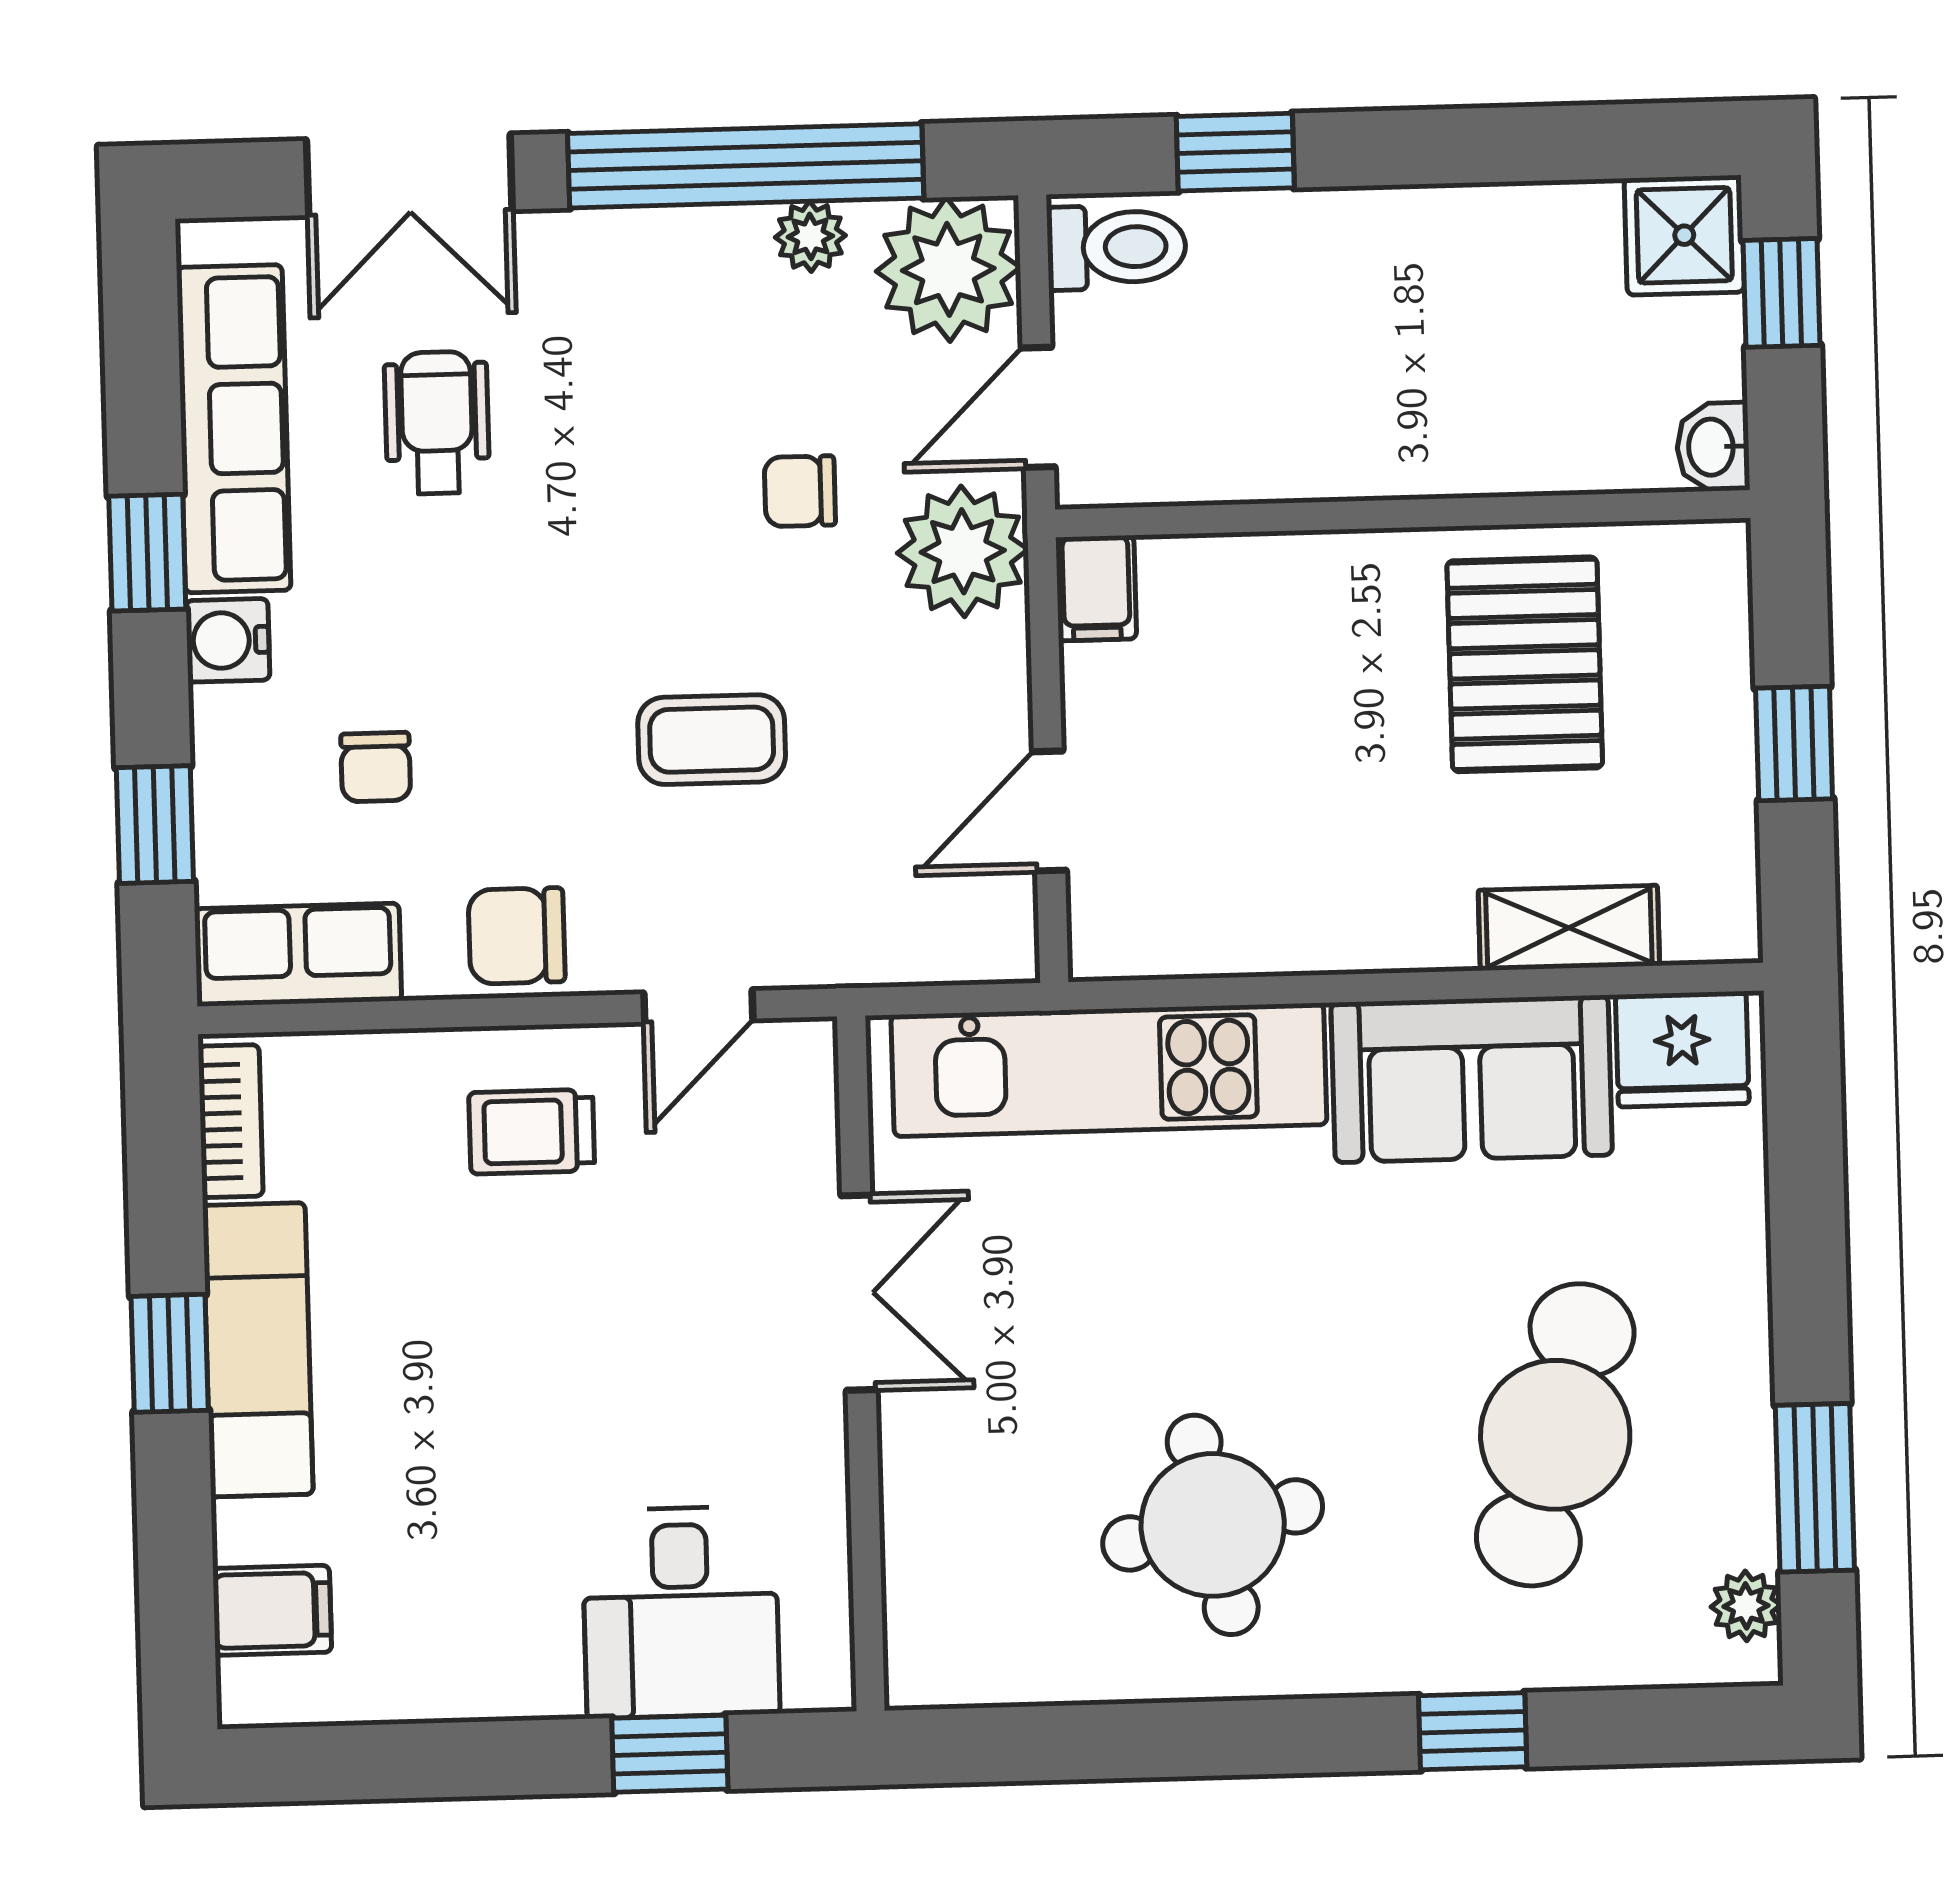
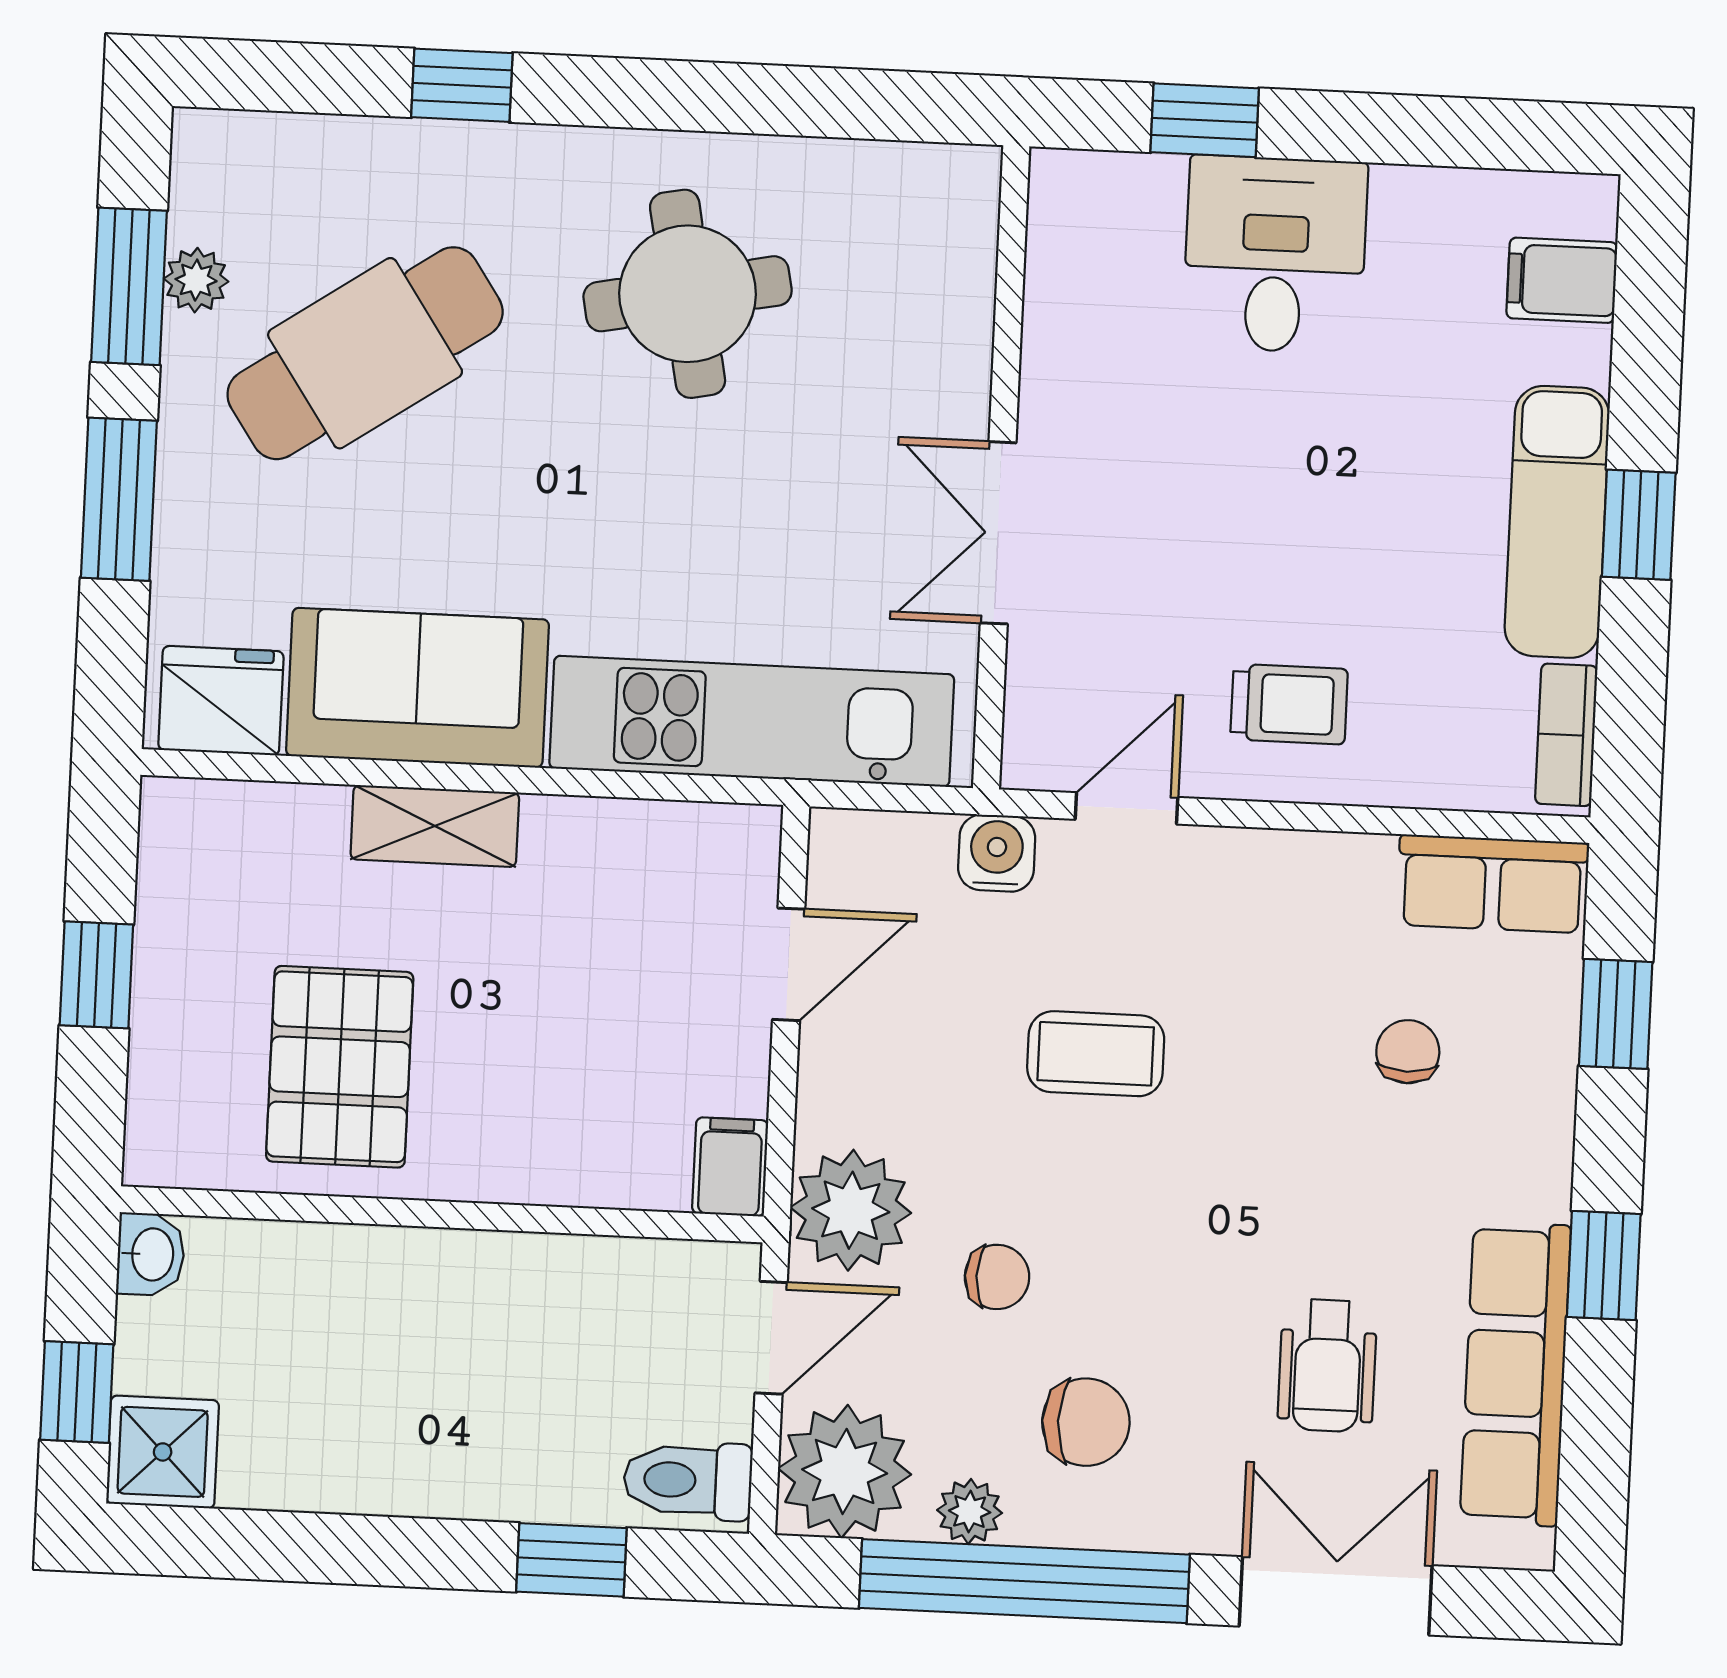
water cooler: (228, 640) -> (997, 853), moved, turned -90
shelving: (1569, 928) -> (435, 826), moved
chair: (517, 936) -> (1086, 1422), moved
window: (1808, 1258) -> (119, 499), added
cafe table: (1555, 1435) -> (365, 353), turned 40
plant: (1746, 1606) -> (196, 280), moved
desk: (681, 1612) -> (1275, 254), moved

